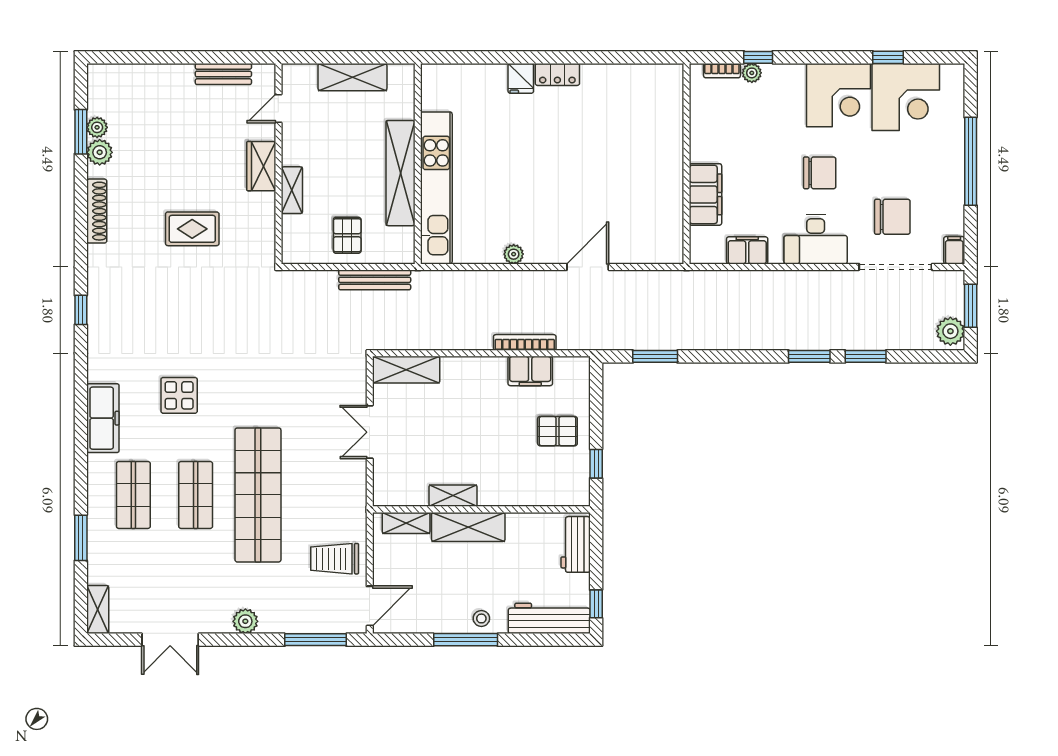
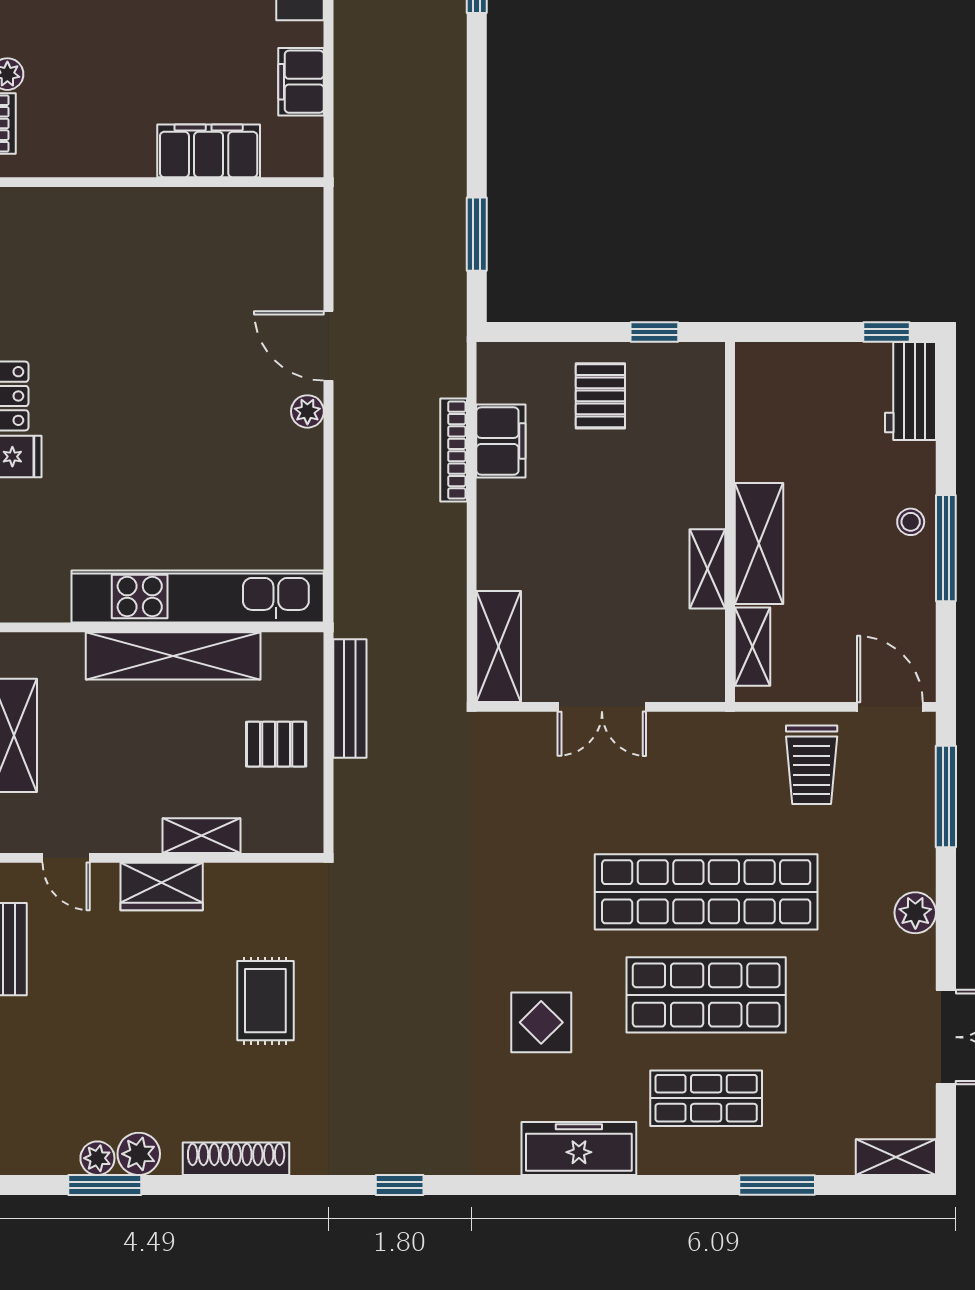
plant: (514, 254) -> (307, 411), moved
shop shelf: (196, 495) -> (706, 995), width x1.43, depth x1.36
workbench: (576, 544) -> (788, 366), removed
workbench: (549, 618) -> (911, 391), width x0.73

